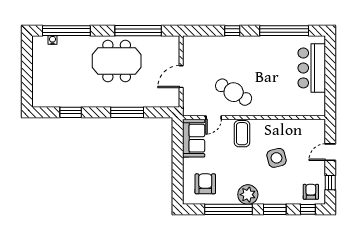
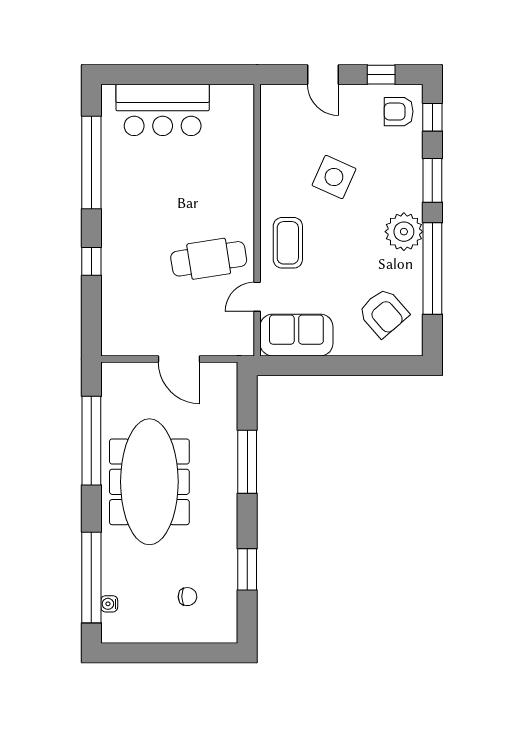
meeting table: (117, 61) -> (149, 482), width x1.36
chair: (56, 81) -> (187, 597), added
cafe table: (234, 92) -> (209, 259), turned 51
door: (214, 118) -> (257, 297), swing flipped
coffee table: (242, 134) -> (288, 243), turned 90
side table: (276, 158) -> (334, 177), turned 38
armchair: (205, 184) -> (383, 313), turned -131

